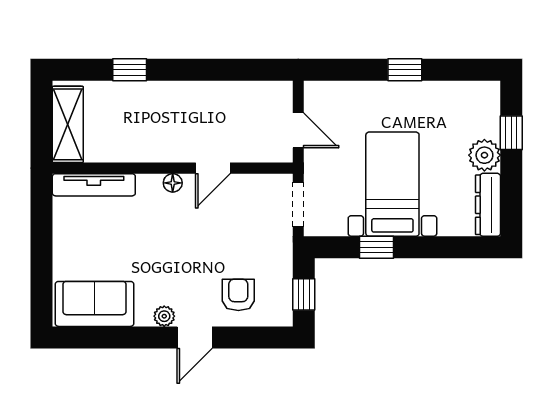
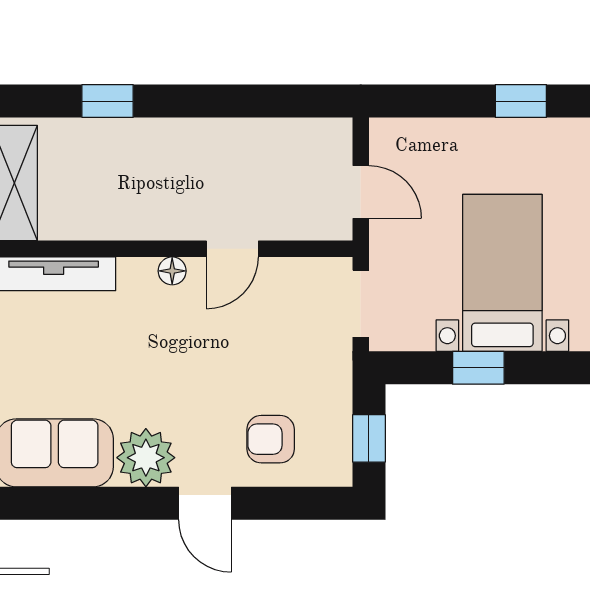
armchair: (238, 295) -> (271, 439), turned -90
plant: (164, 316) -> (146, 458), width x1.88, depth x1.88
door: (195, 337) -> (205, 503), hinge flipped

